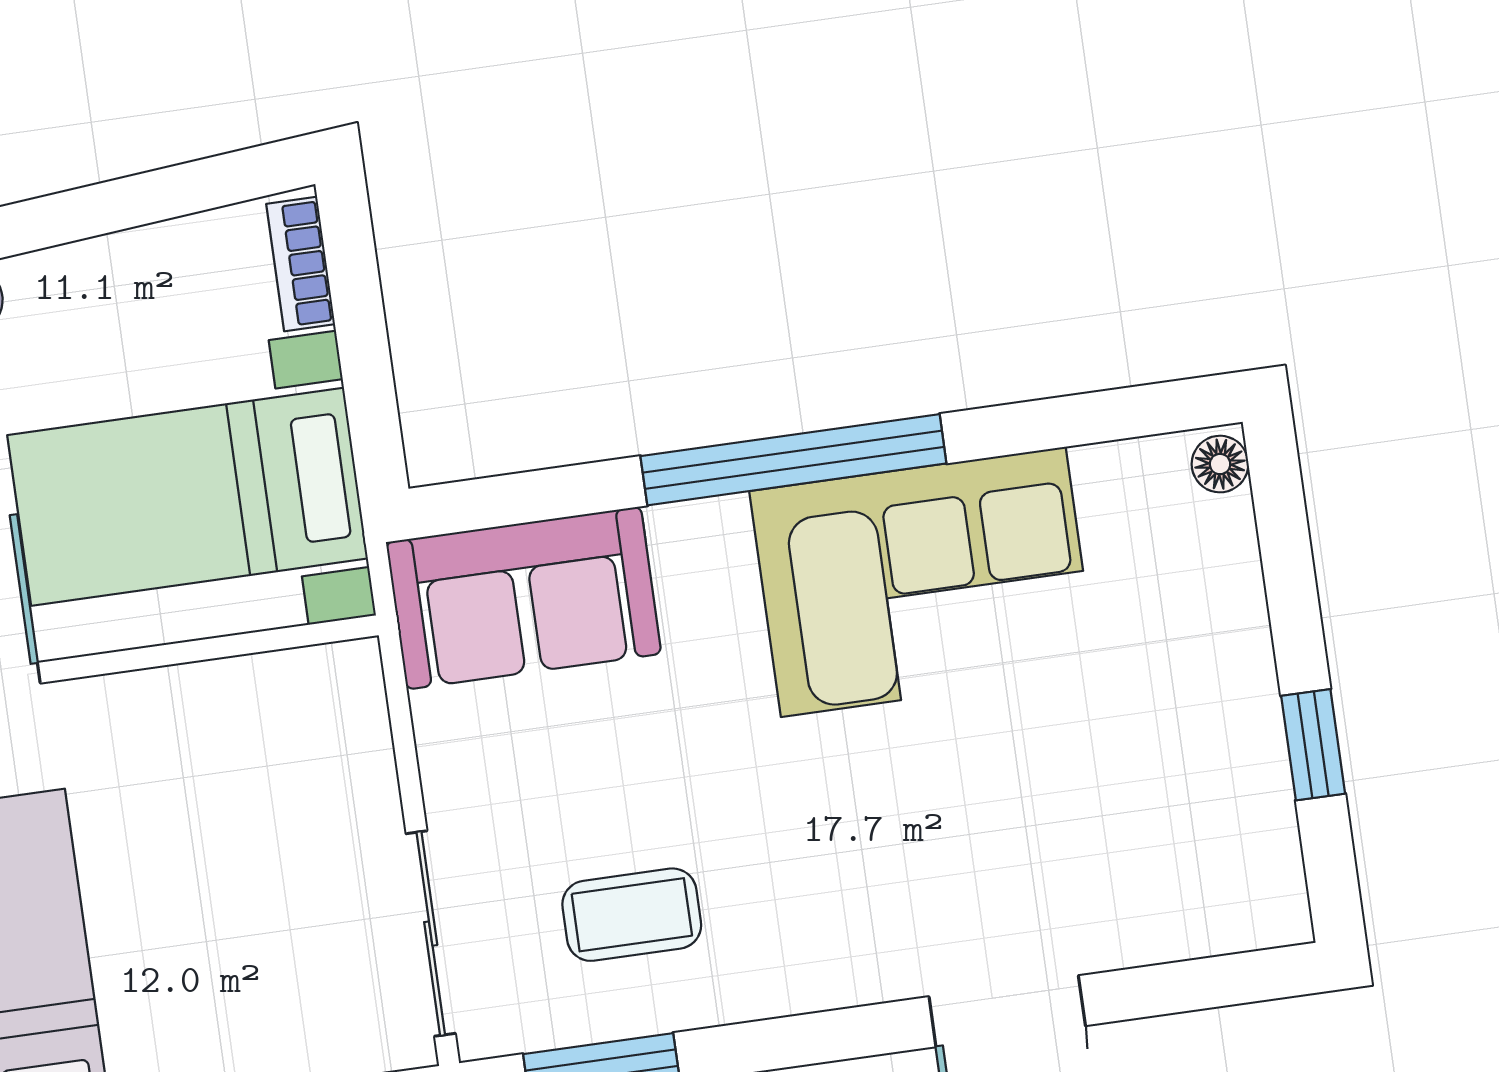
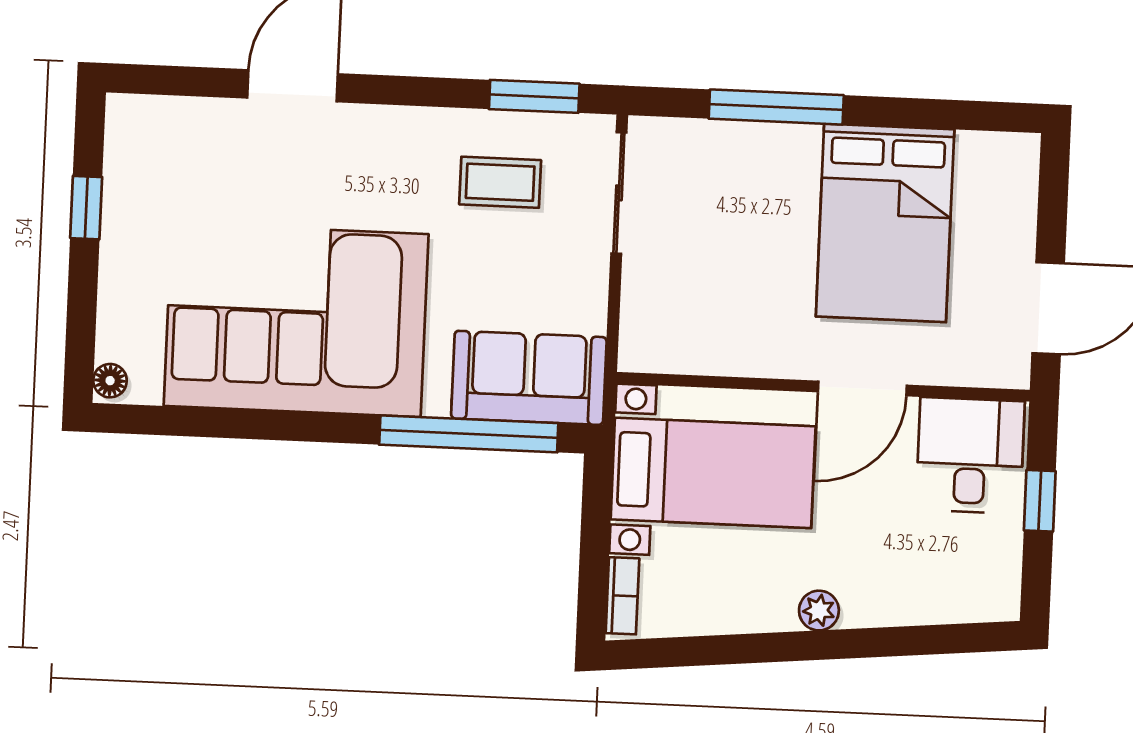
window: (793, 460) -> (469, 434), moved
corner sofa: (923, 582) -> (296, 320), width x1.36, depth x1.36

